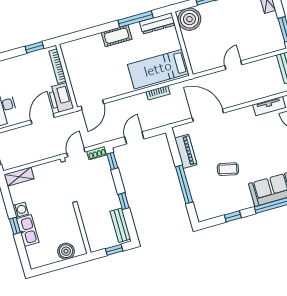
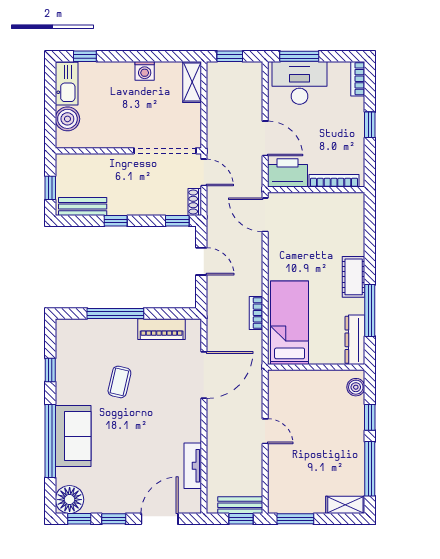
boiler: (189, 19) -> (356, 387), width x0.54, depth x0.54
window: (34, 47) -> (370, 125), moved
window: (15, 226) -> (85, 56), moved
kitchen sink: (28, 231) -> (67, 84), moved, turned -90

